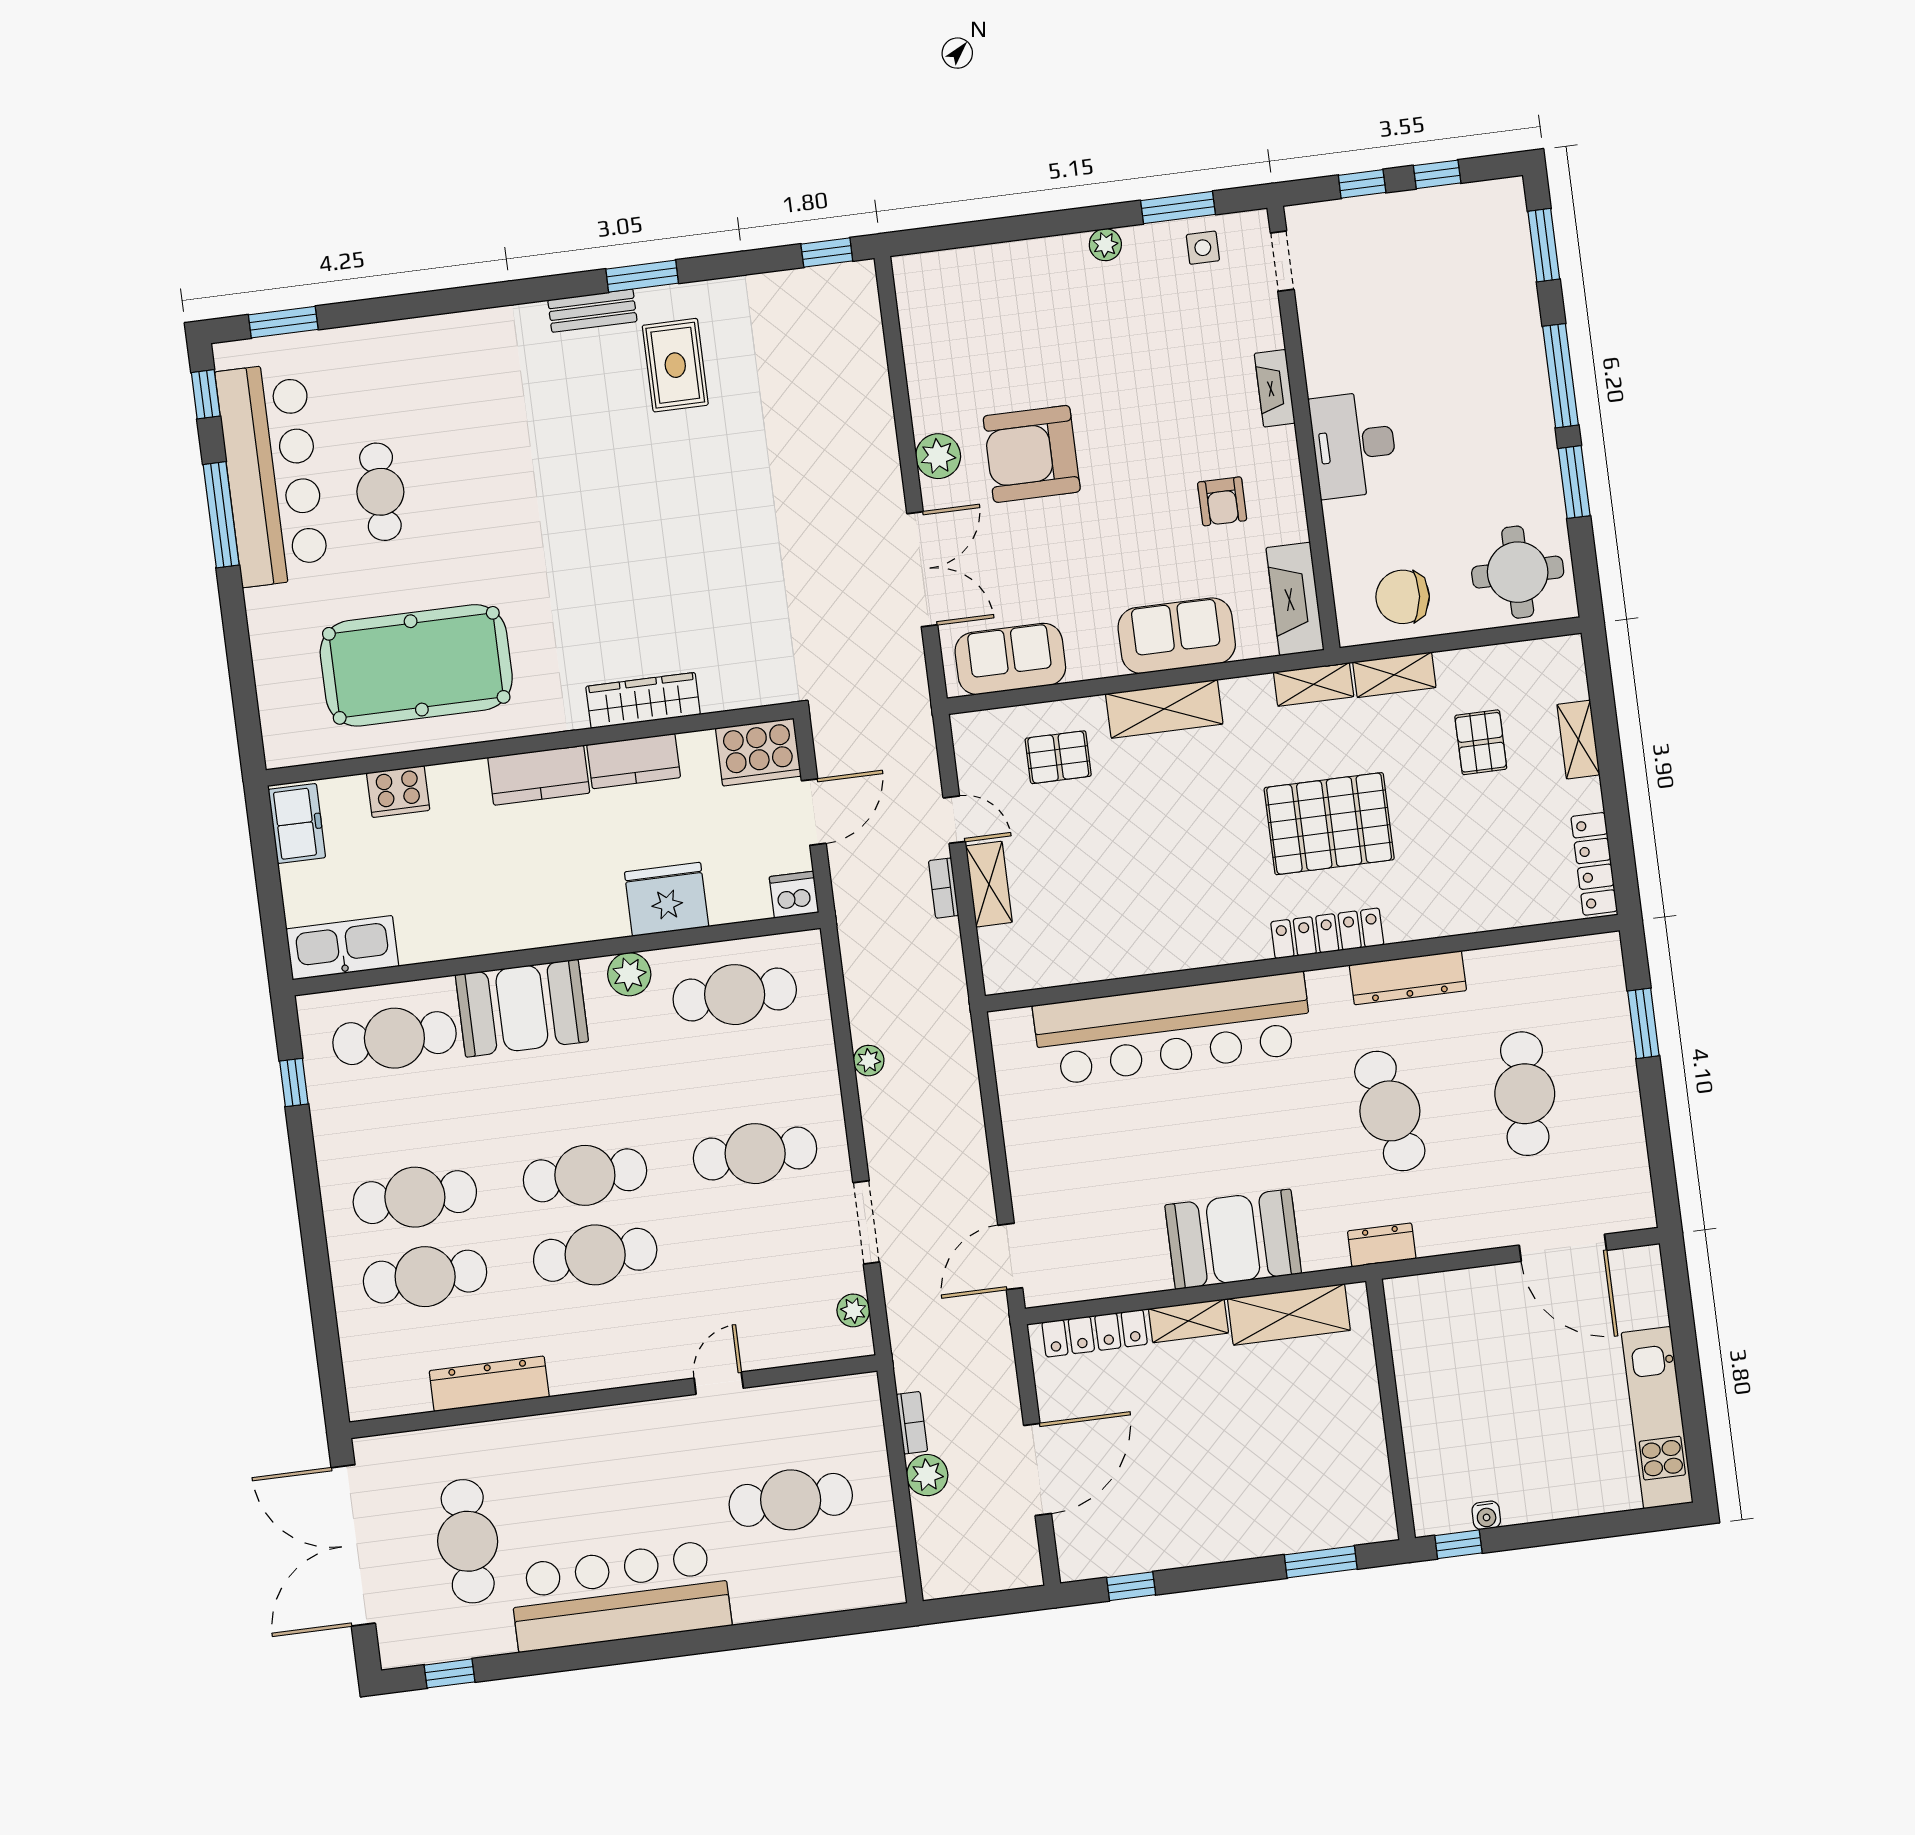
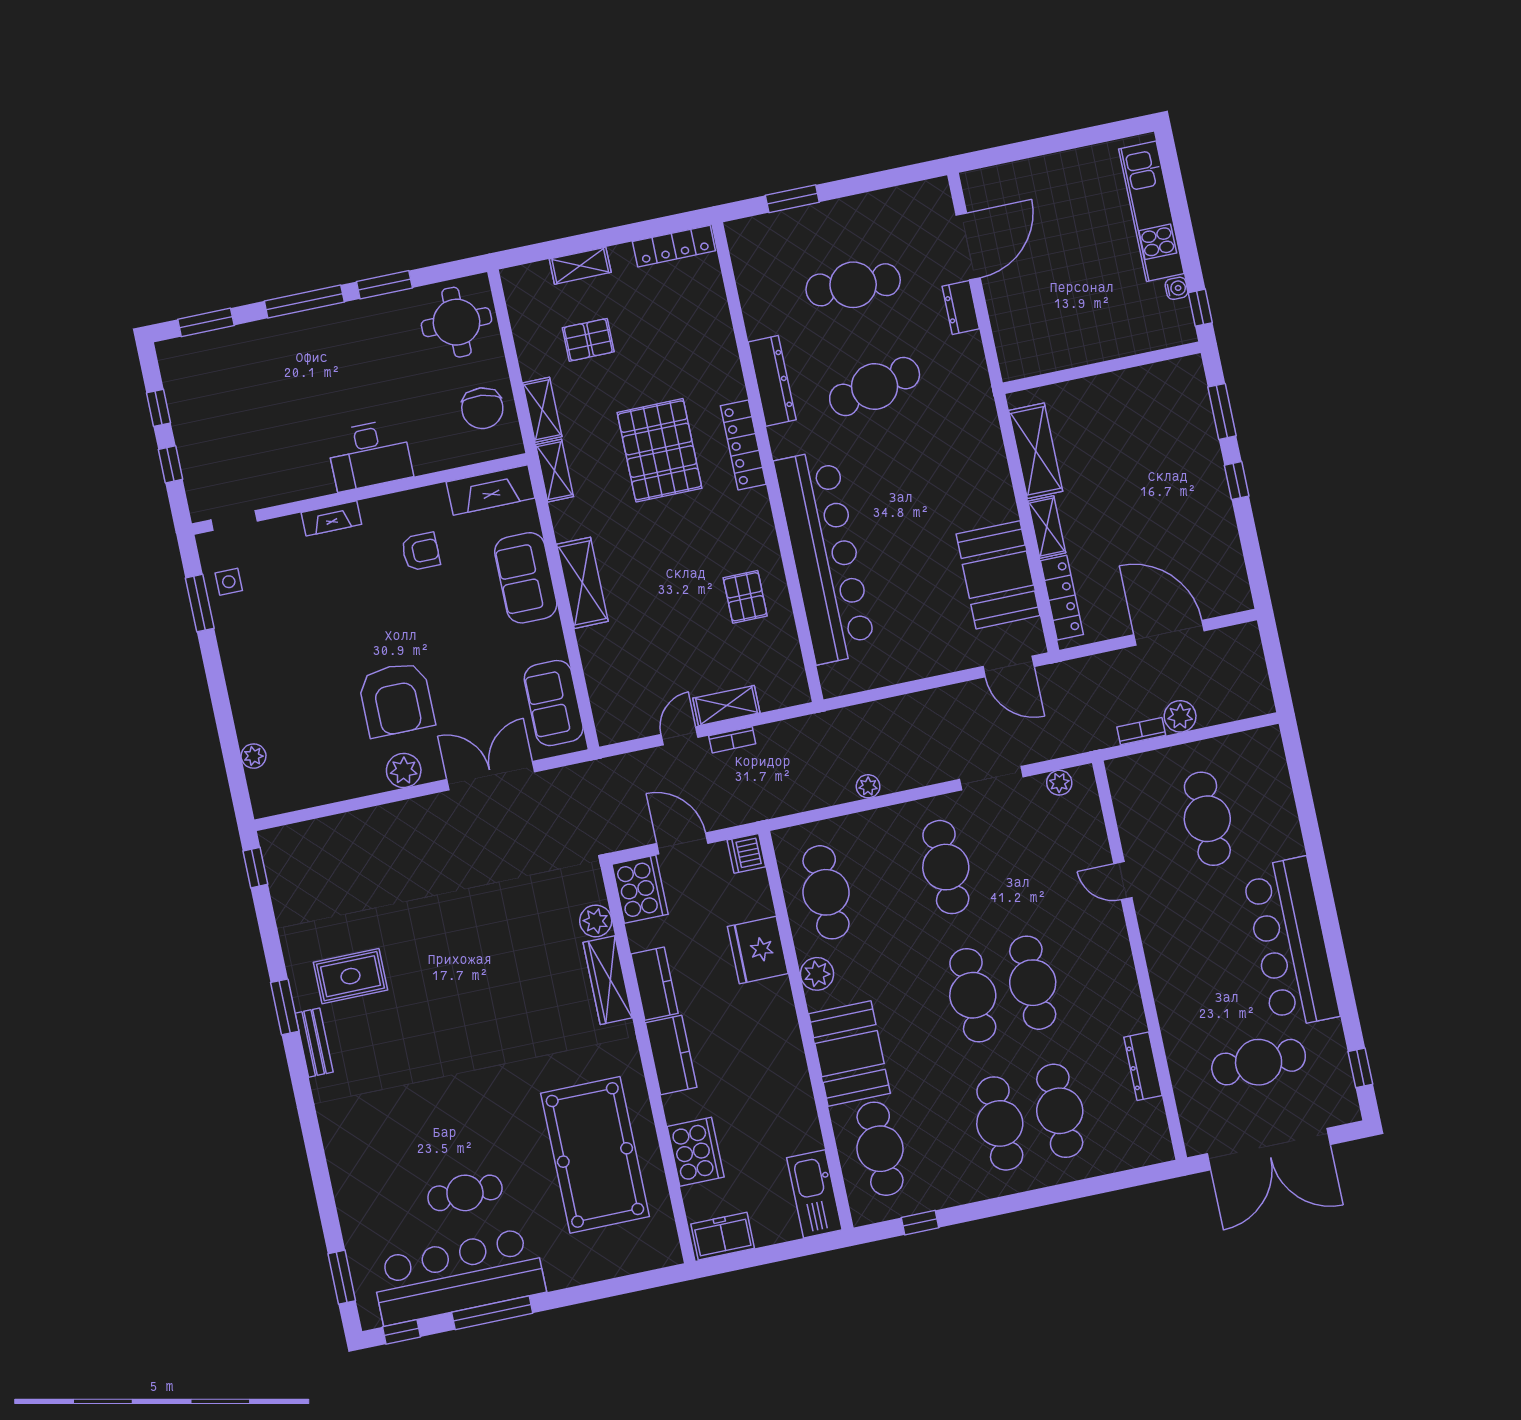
plant: (1105, 245) -> (253, 756), moved
plant: (722, 691) -> (596, 921), added
pallet: (1058, 757) -> (745, 597), moved
cooker: (398, 792) -> (696, 1152), width x1.37, depth x1.31
booth: (1233, 1239) -> (998, 575), moved
dresser: (1382, 1245) -> (961, 308), moved
dresser: (489, 1384) -> (1143, 1066), width x0.73, depth x0.80
kitchen unit: (1657, 1418) -> (1151, 211), moved, turned 90
window: (1131, 1586) -> (1237, 481), moved

